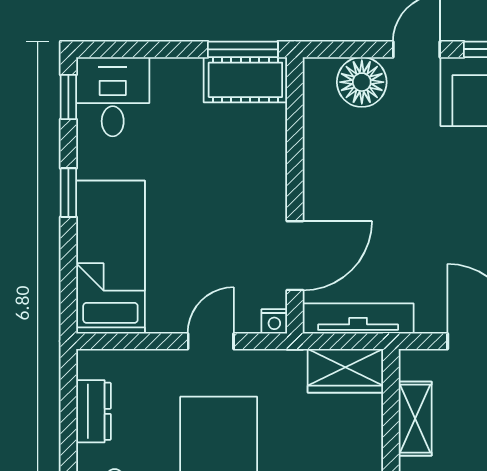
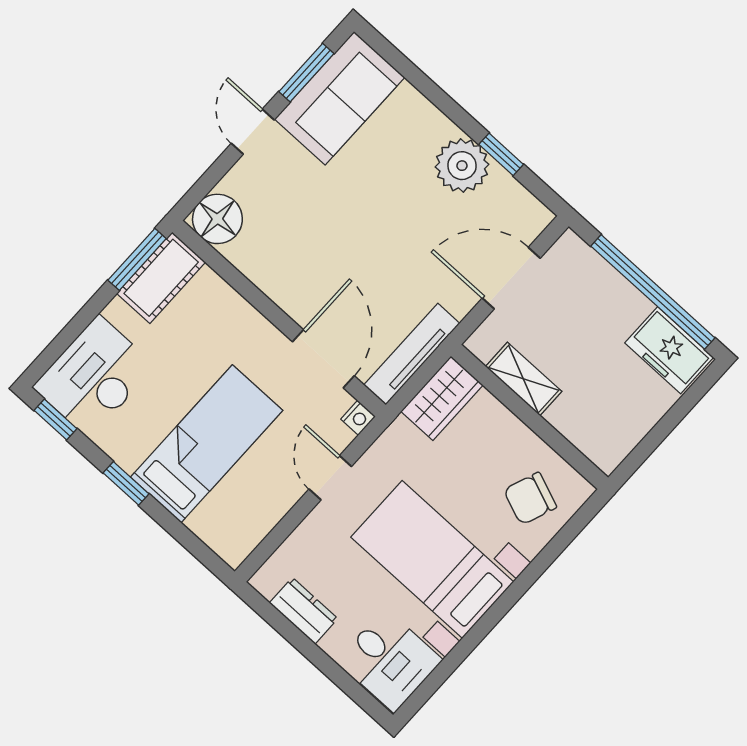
floor lamp: (362, 82) -> (217, 219), moved
desk: (113, 97) -> (94, 377), width x1.37
bed: (110, 257) -> (207, 444), moved, turned 90

